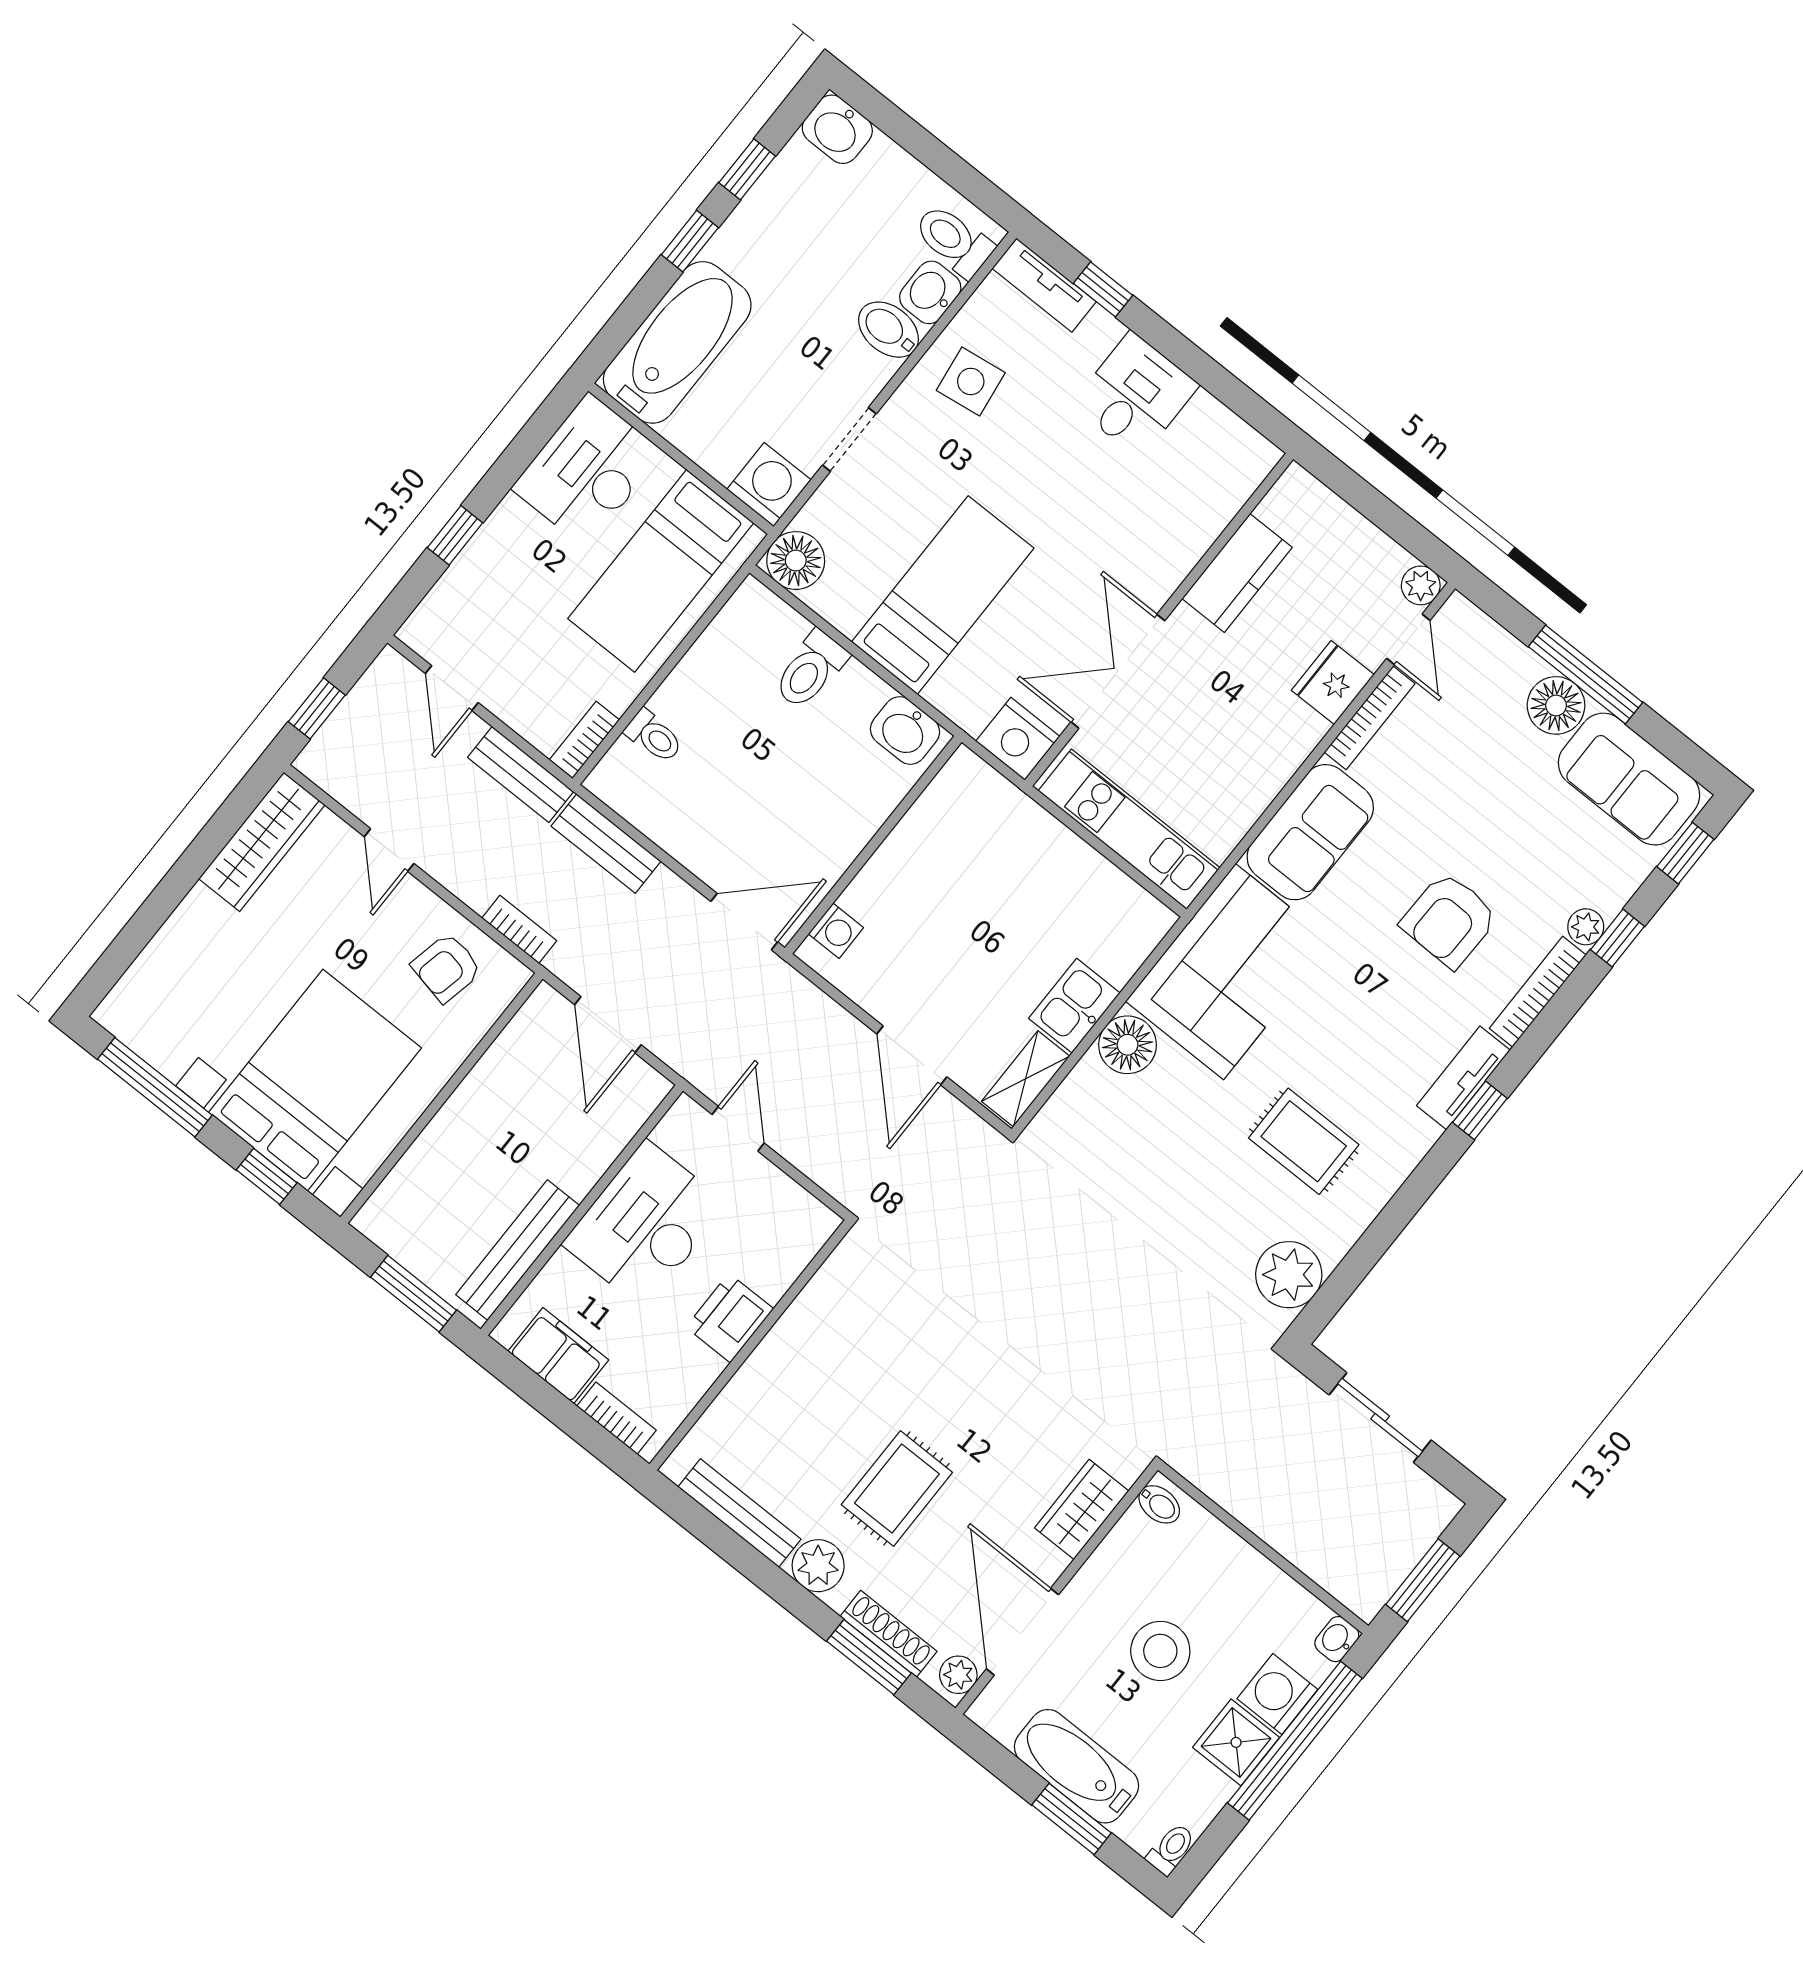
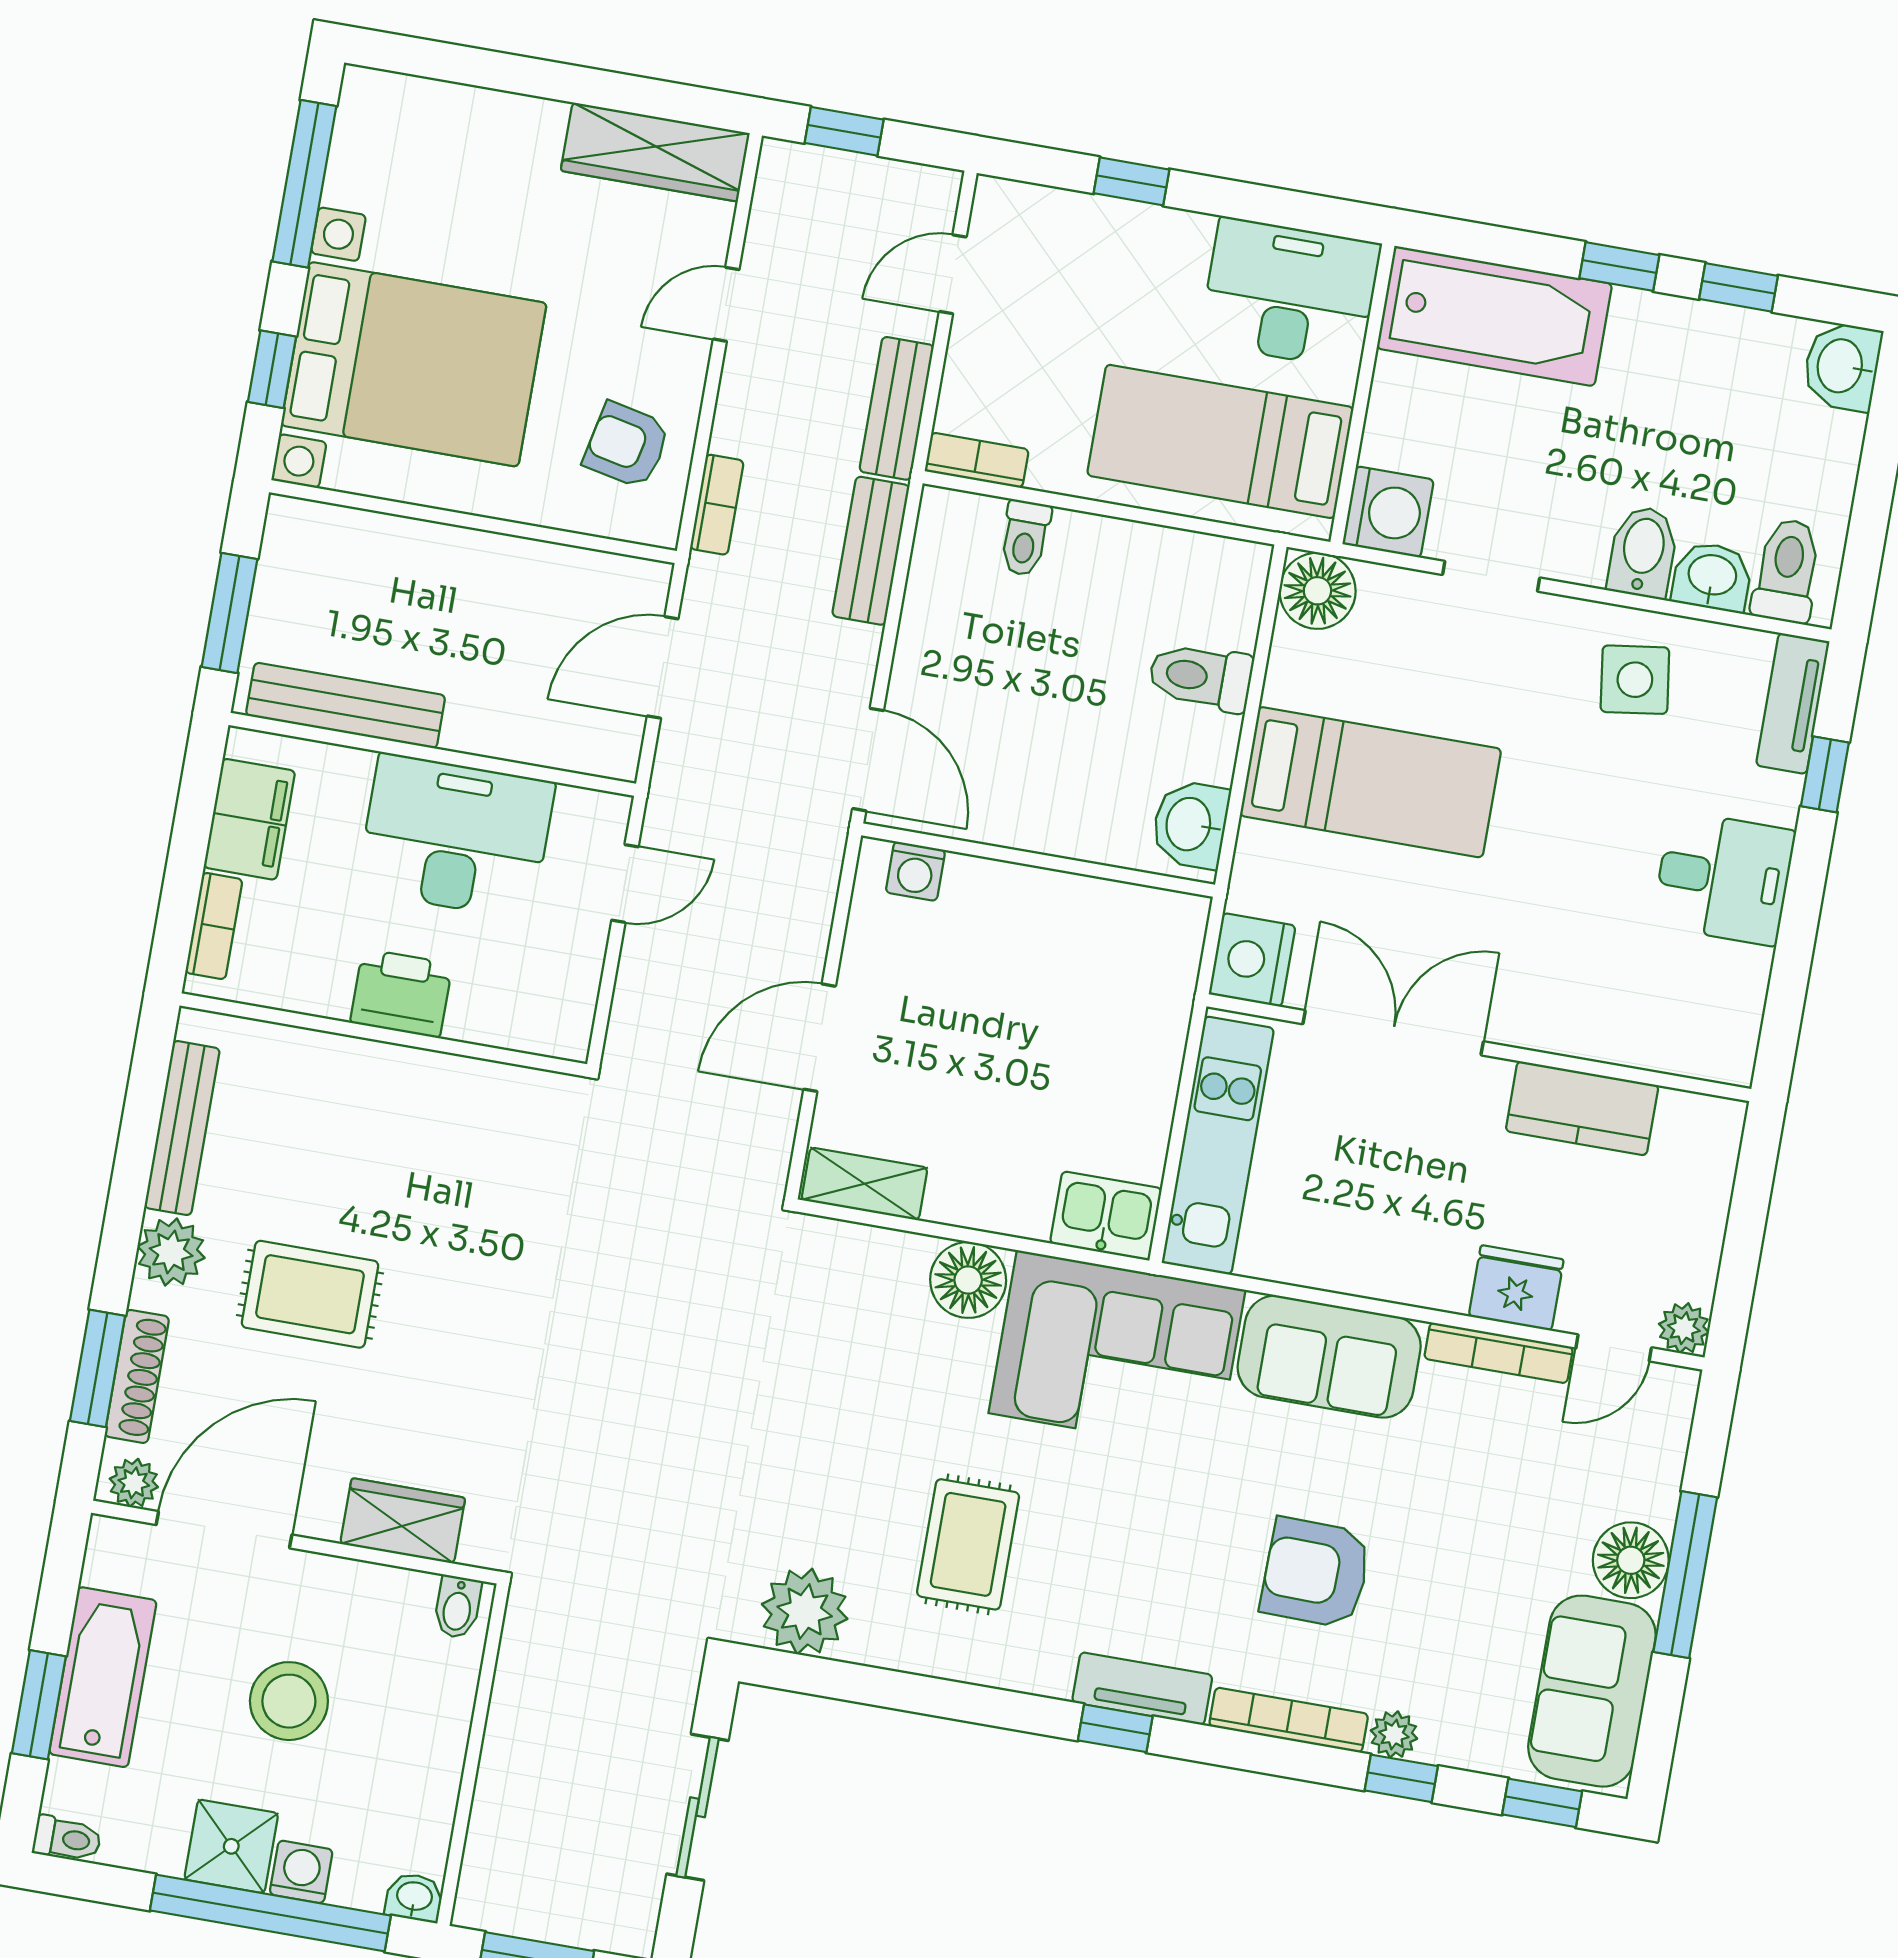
kitchen sink: (1074, 1006) -> (1106, 1216), moved
washing machine: (1277, 1694) -> (301, 1872), width x0.73, depth x0.73

